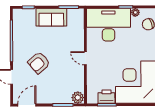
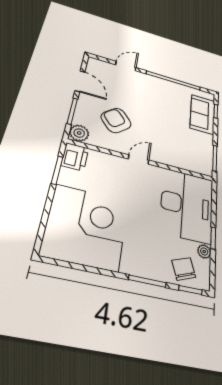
sofa: (51, 17) -> (202, 114), moved
armchair: (39, 63) -> (116, 120), moved
printer: (106, 97) -> (75, 157), moved
door: (27, 105) -> (80, 81), moved

